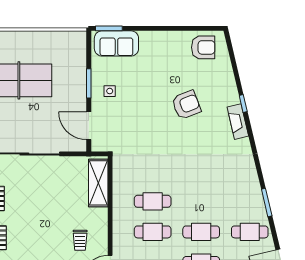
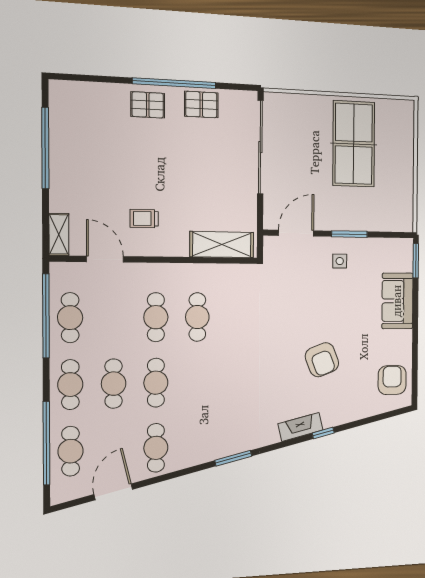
sofa: (116, 43) -> (397, 301), moved
armchair: (203, 47) -> (392, 380), turned 180
window: (267, 203) -> (233, 458), moved

